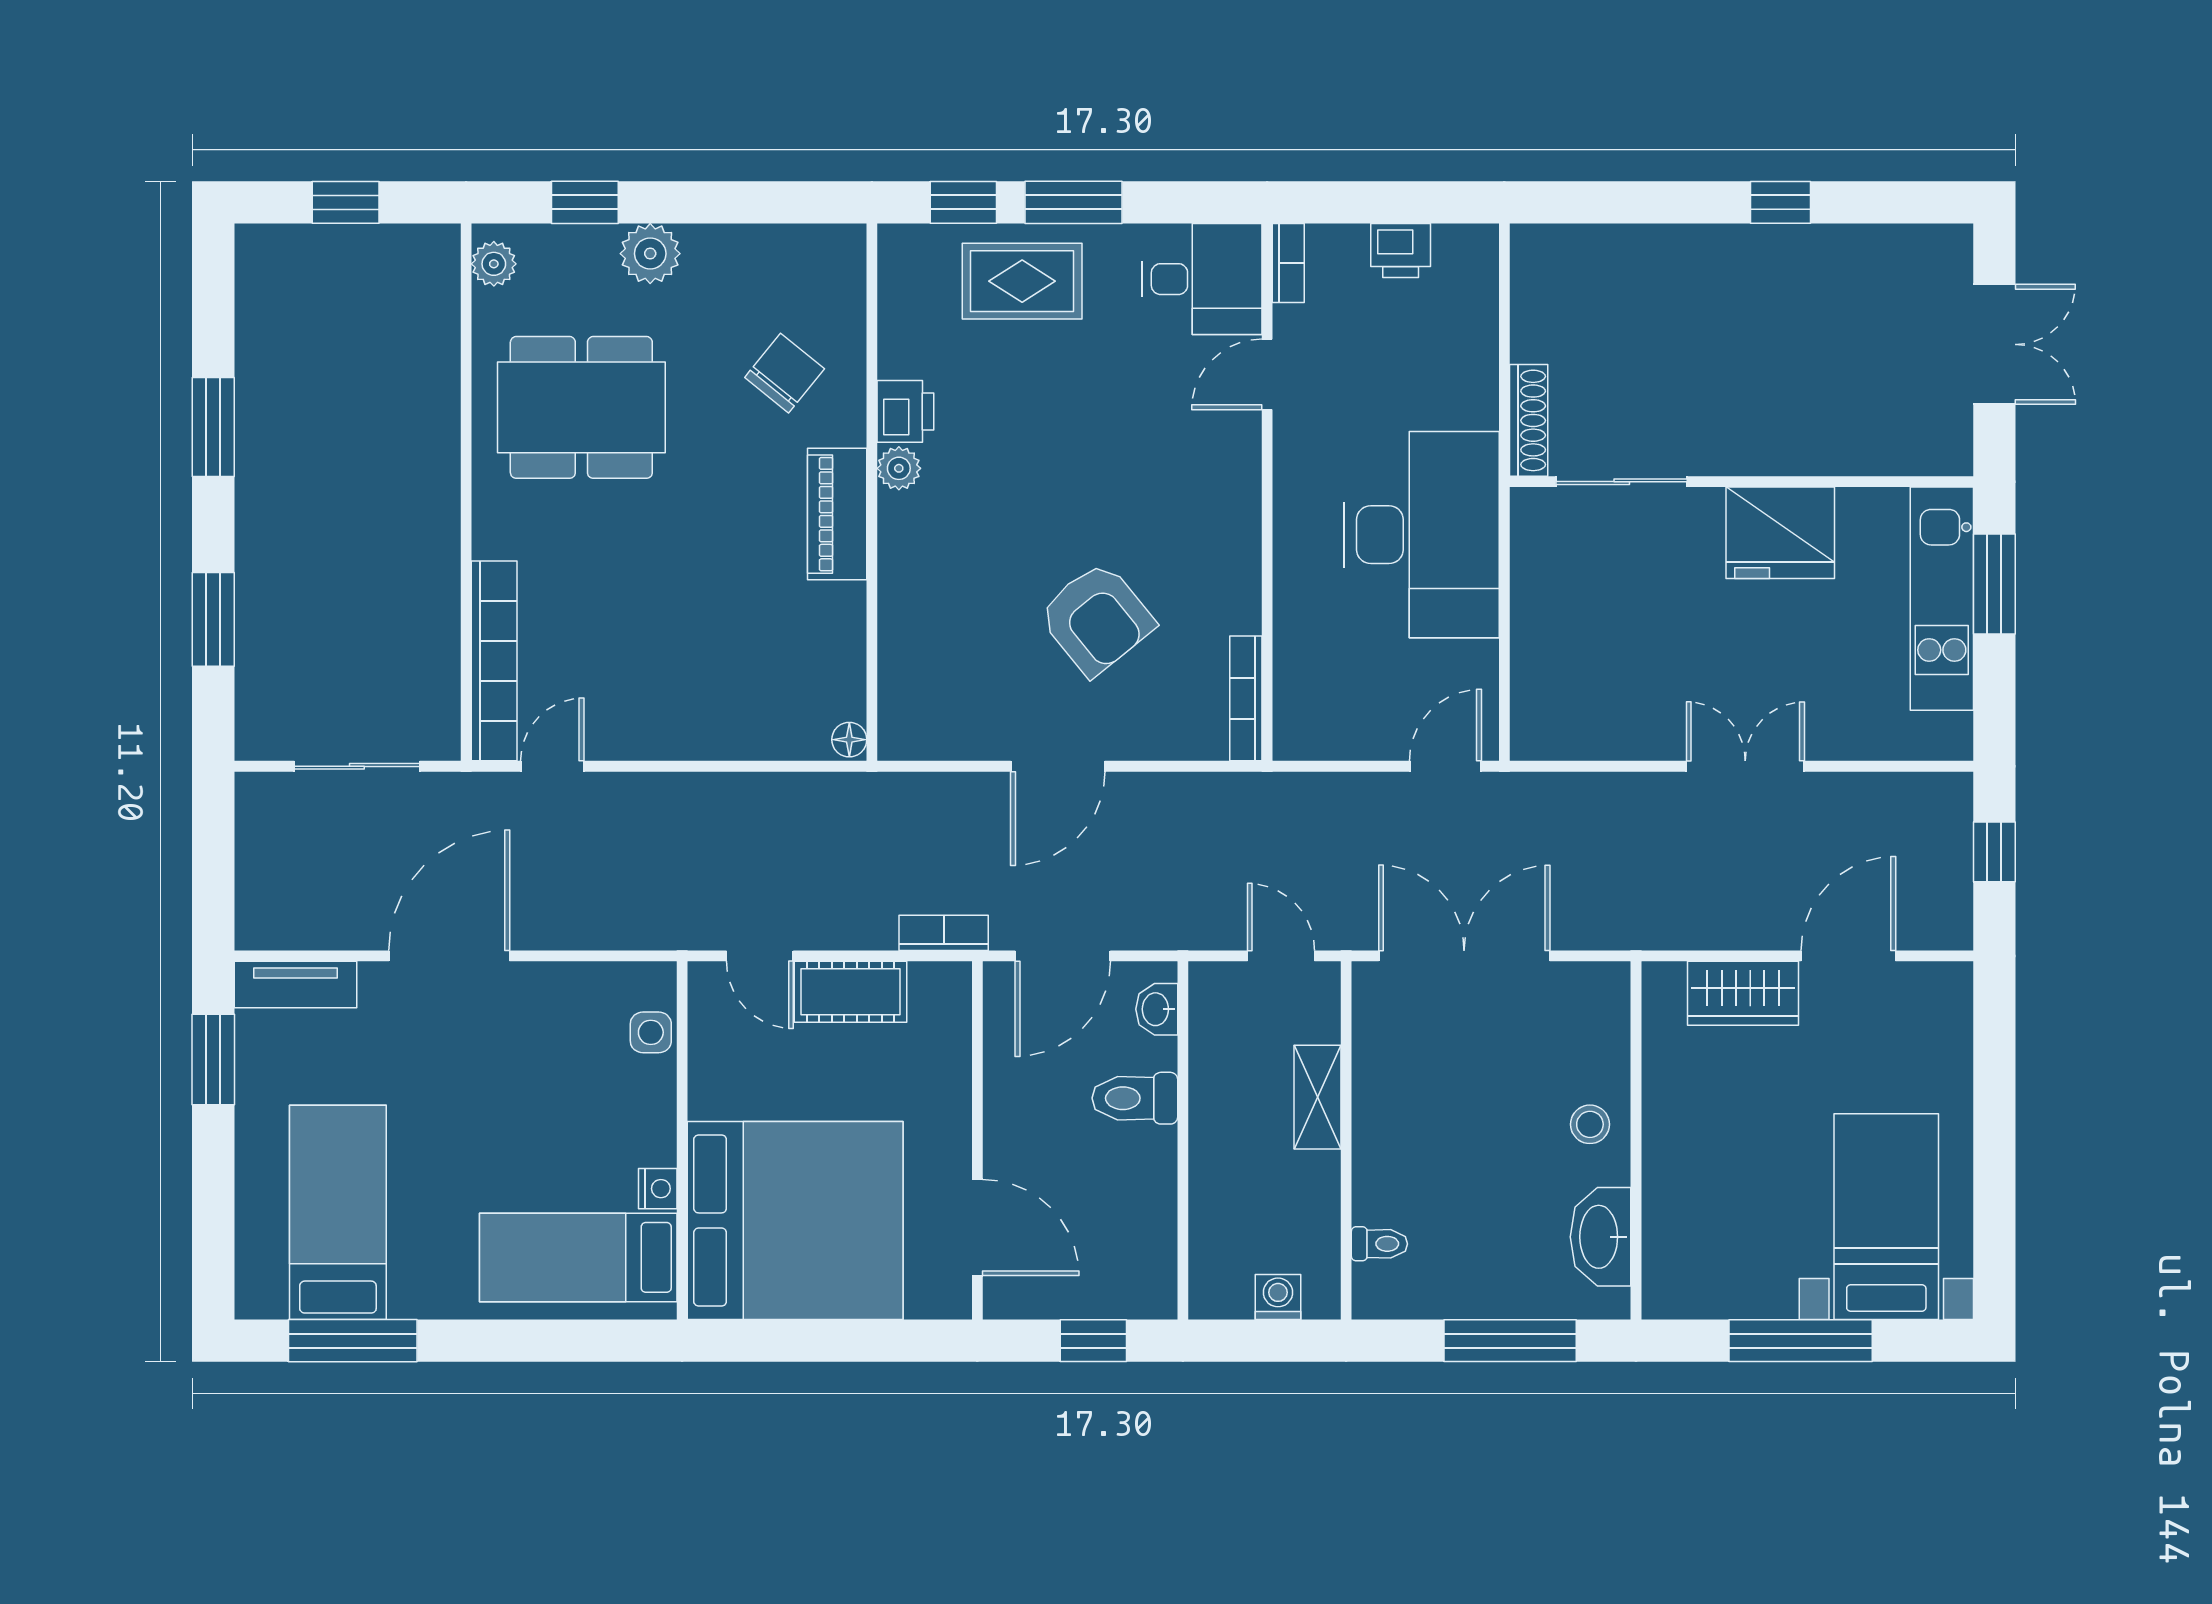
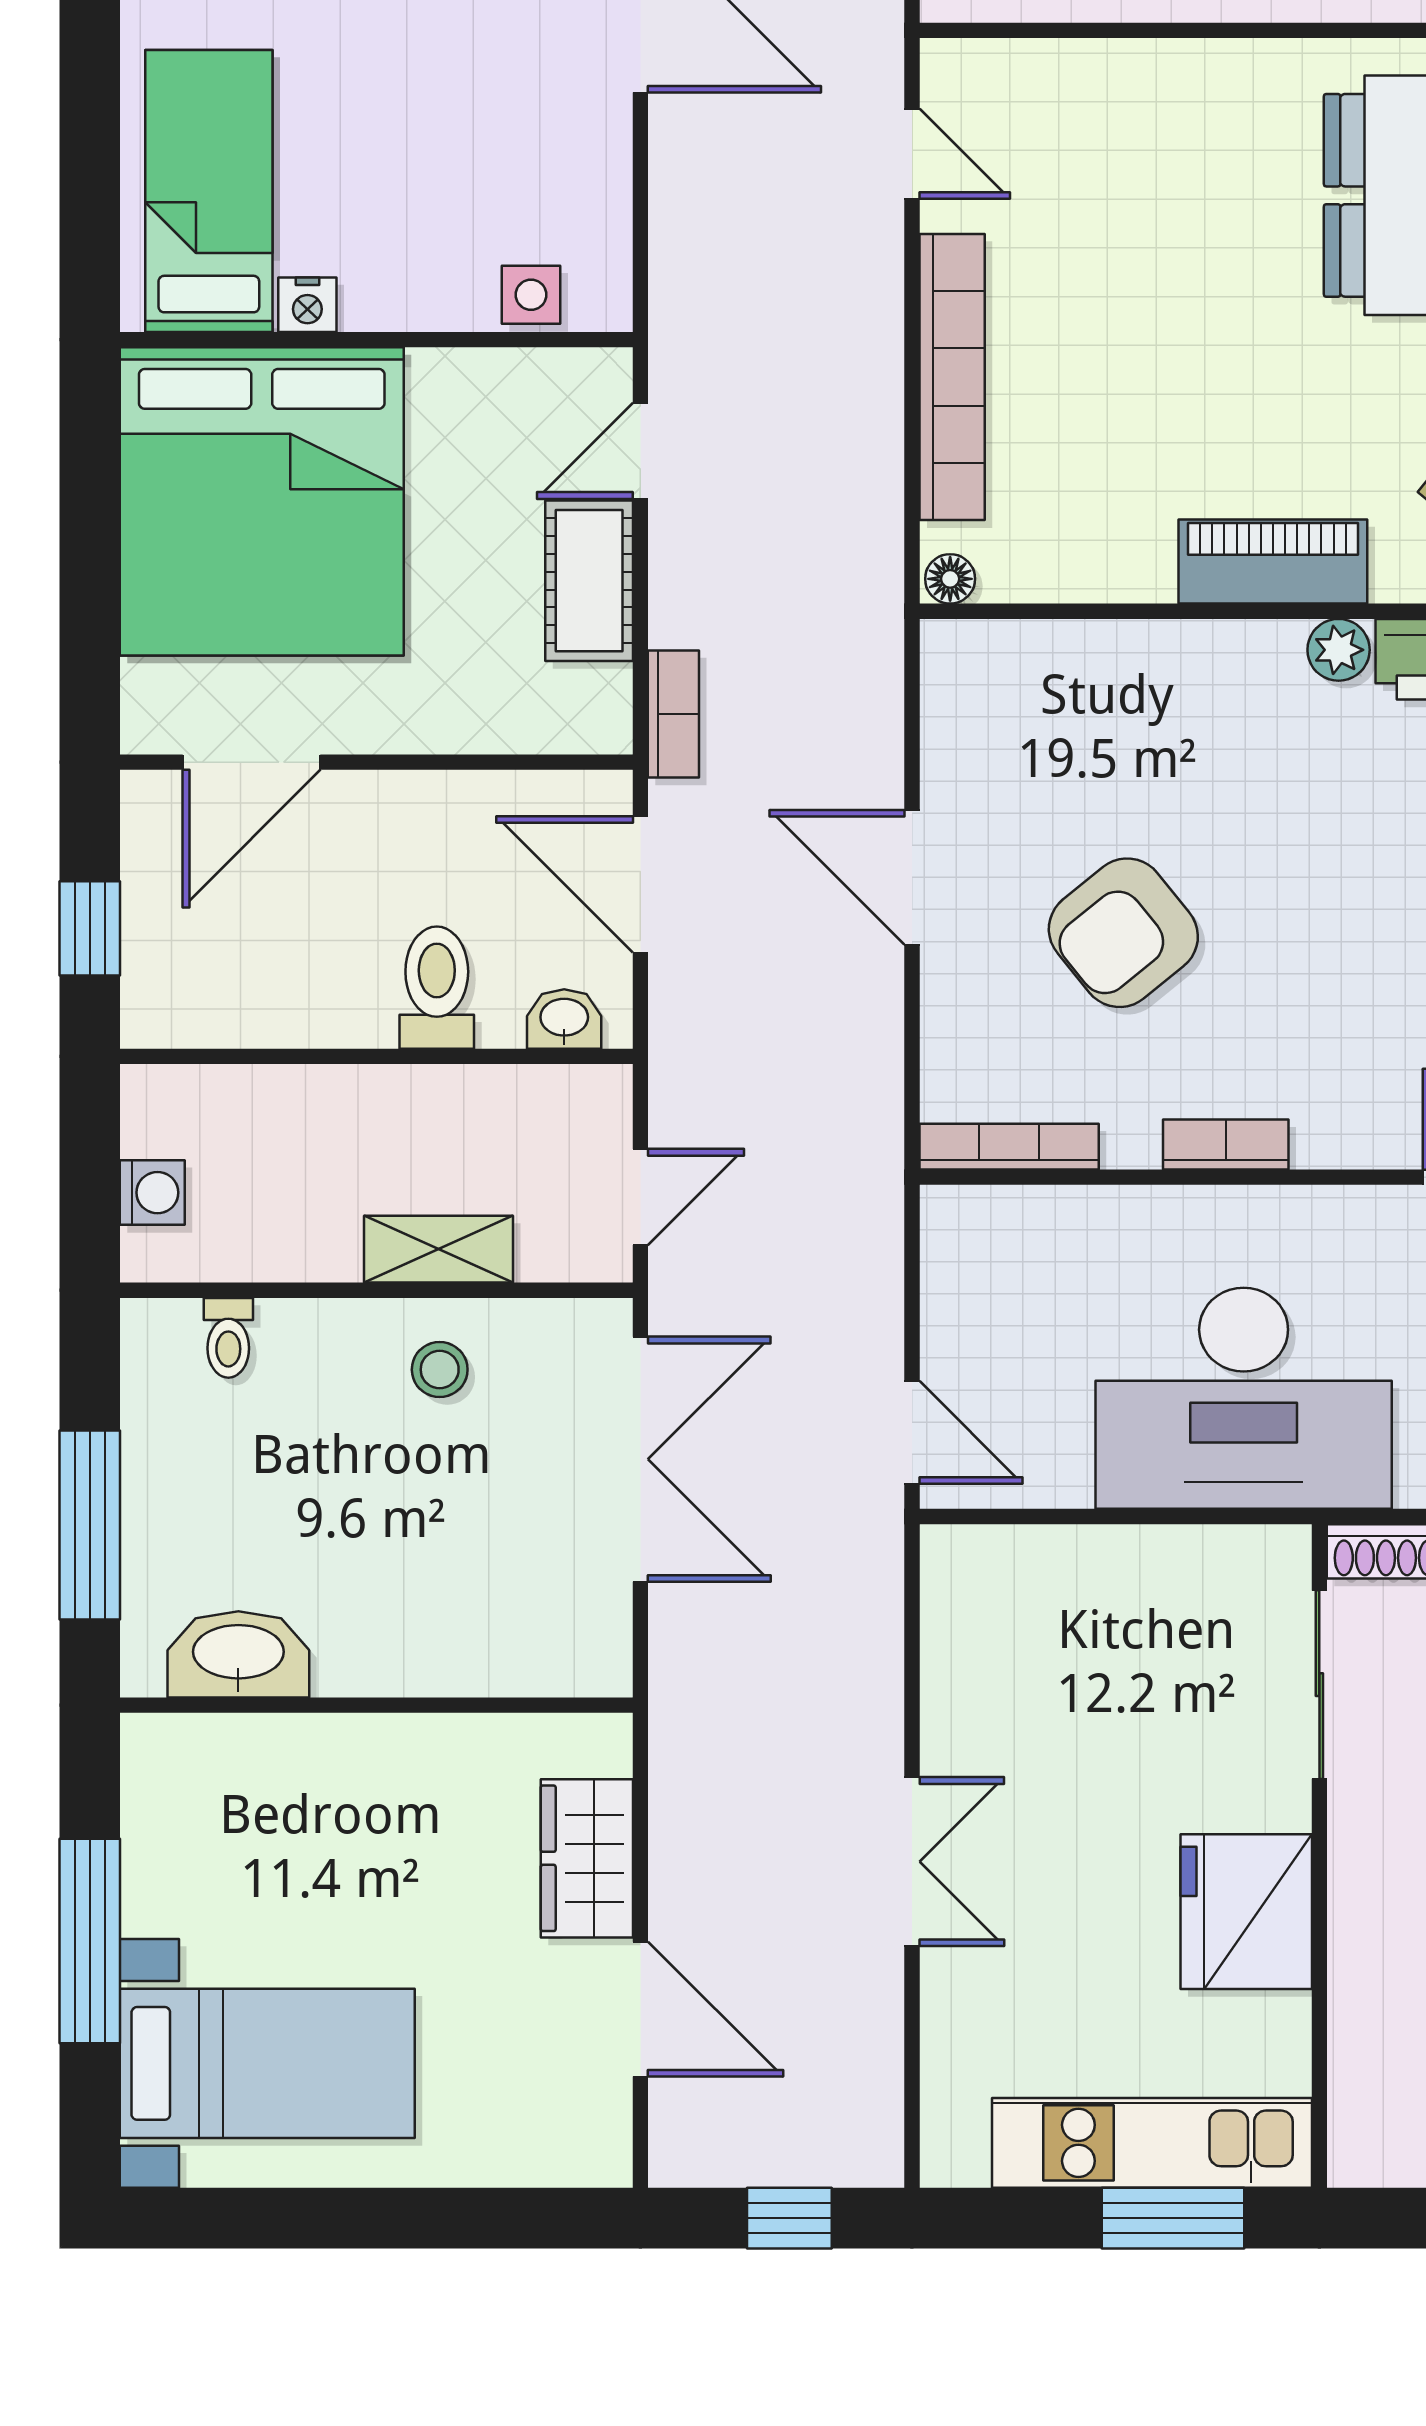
bookcase: (1244, 547) -> (1226, 1145), added
bookcase: (494, 661) -> (952, 377), moved, turned -90
stool: (1590, 1124) -> (440, 1370), moved

